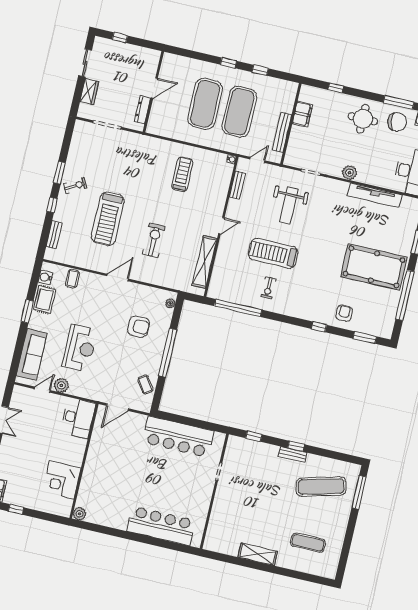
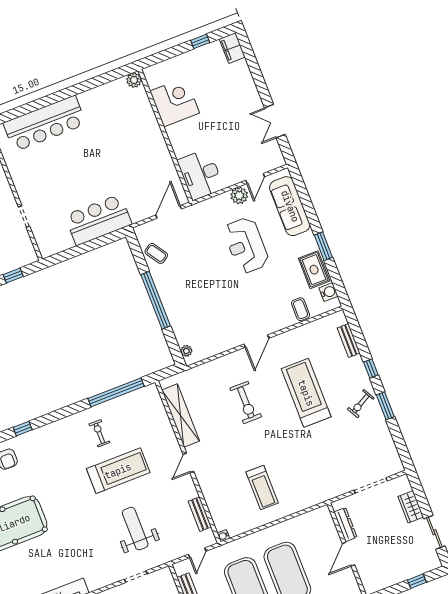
armchair: (139, 327) -> (202, 306), removed
bar counter: (178, 437) -> (98, 220), width x0.73

